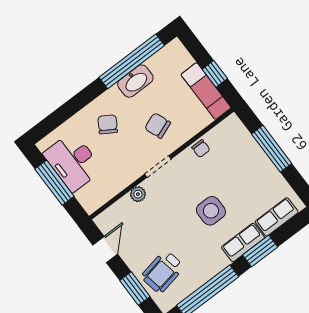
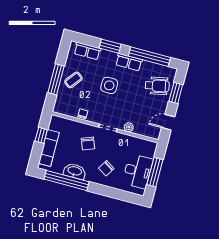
exam couch: (206, 91) -> (49, 148), moved
coffee table: (254, 170) -> (73, 80), added
row of seats: (243, 242) -> (129, 62), moved

